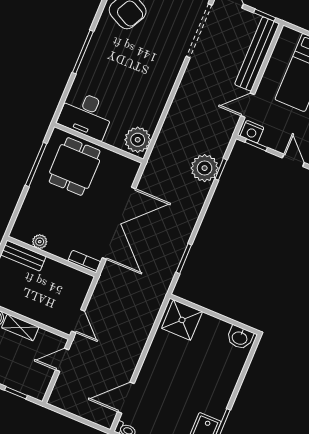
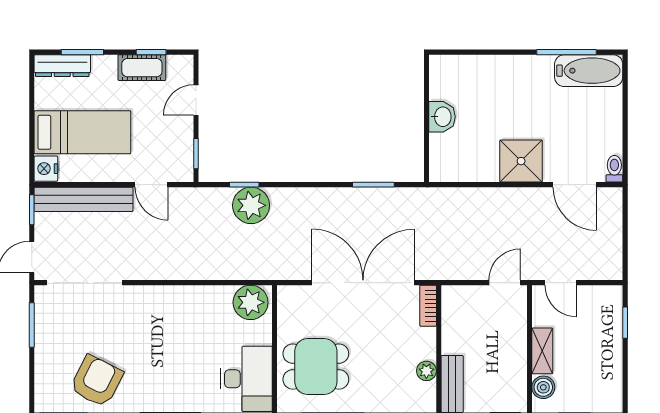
nightstand: (252, 132) -> (46, 169), moved, turned 180
shower: (182, 320) -> (521, 161), moved
washbasin: (240, 338) -> (442, 117), moved

